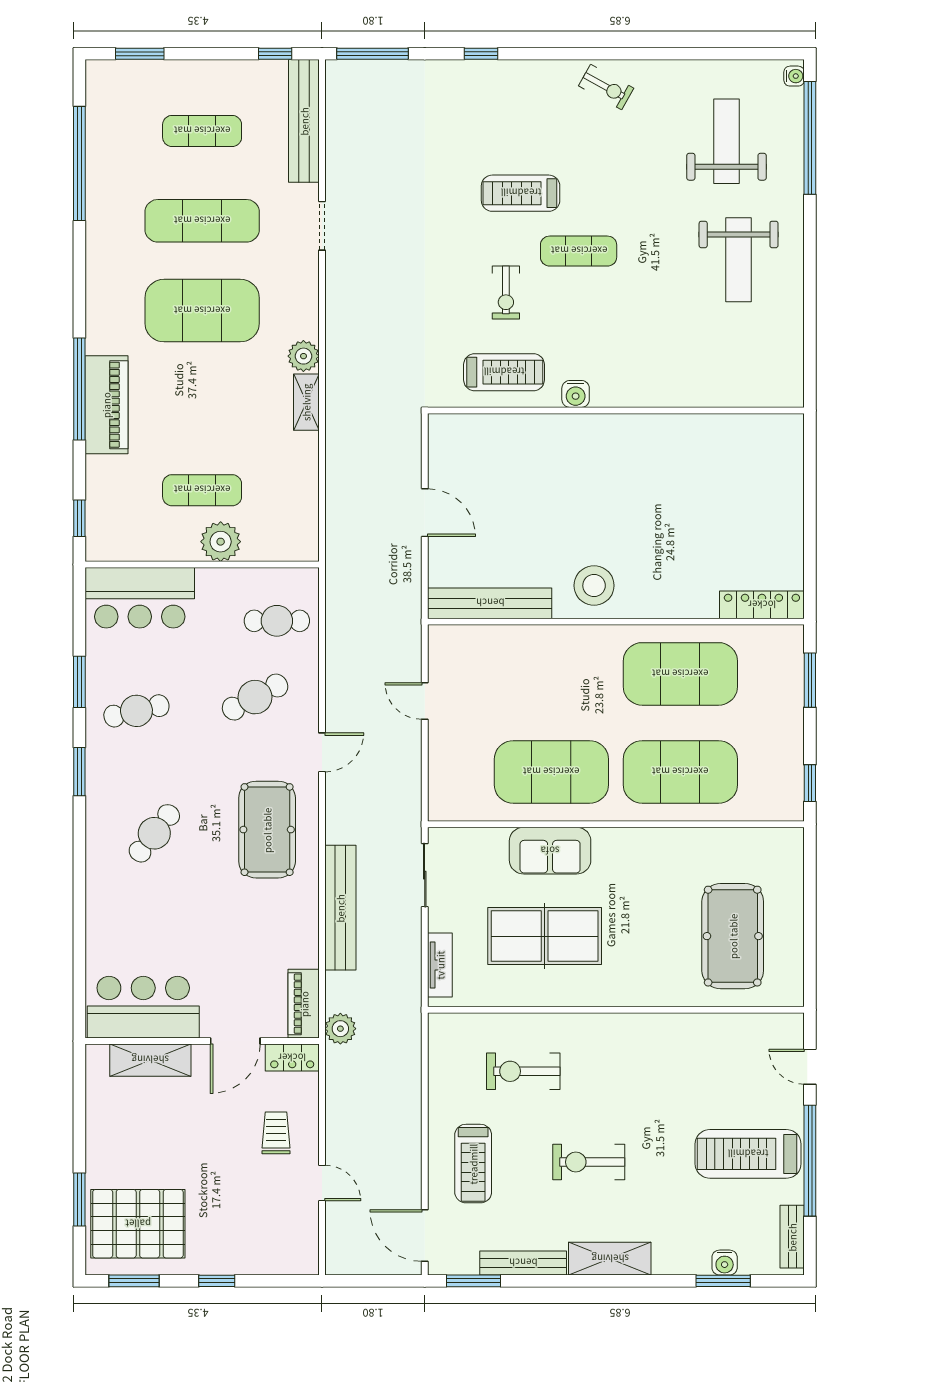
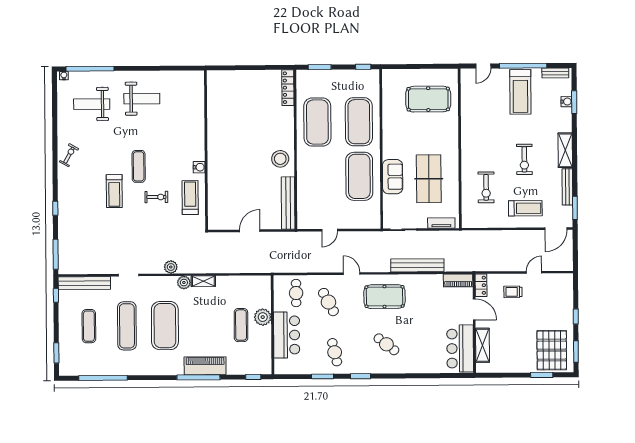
bar counter: (140, 598) -> (287, 335), moved
plant: (340, 1029) -> (171, 267), moved

